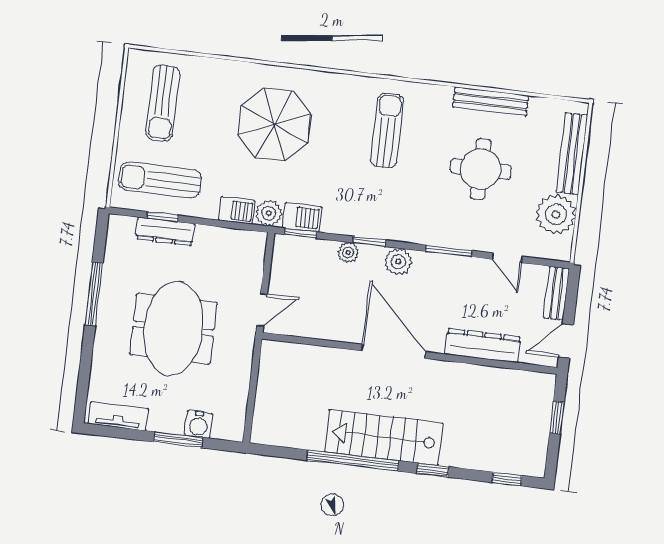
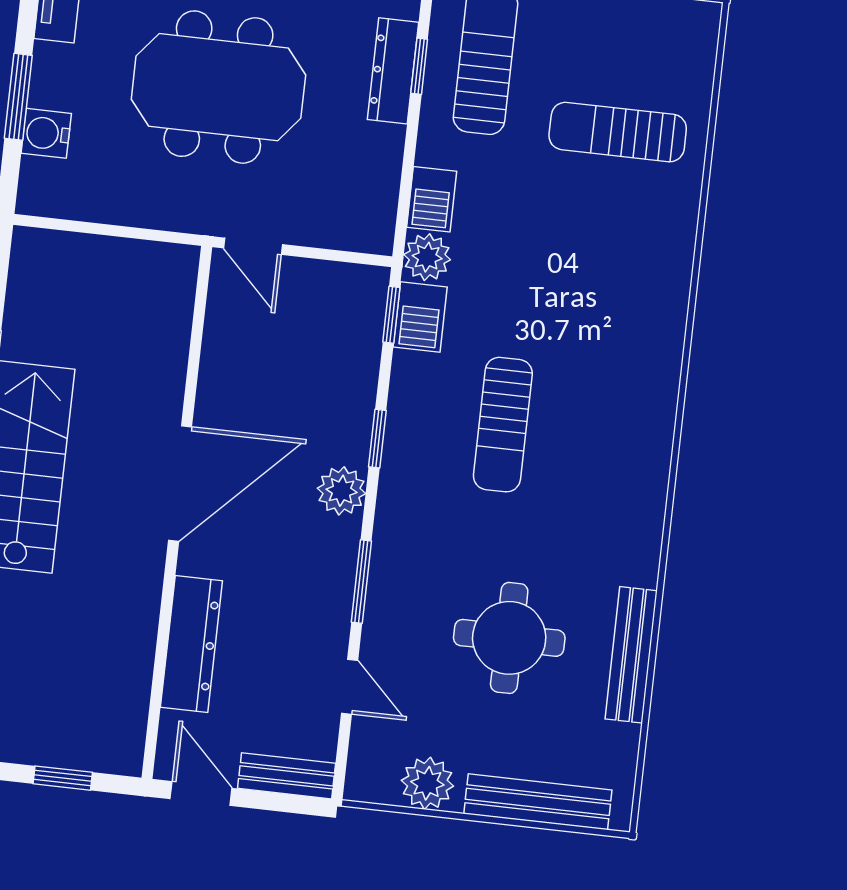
sun lounger: (163, 103) -> (618, 132), moved
parasol: (274, 124) -> (587, 266), removed
sun lounger: (387, 130) -> (503, 425), moved, turned 90
plant: (556, 214) -> (427, 783), width x0.73, depth x0.73
plant: (348, 252) -> (357, 401), removed
door: (507, 258) -> (350, 687), swing flipped

